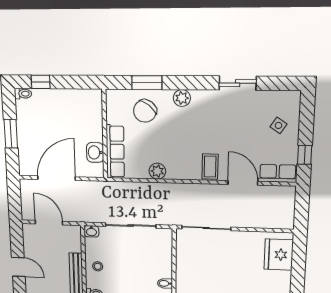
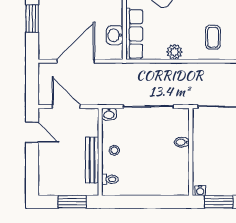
coffee table: (210, 167) -> (213, 37), moved
door: (18, 267) -> (32, 132), moved
bidet: (165, 283) -> (182, 142), moved

